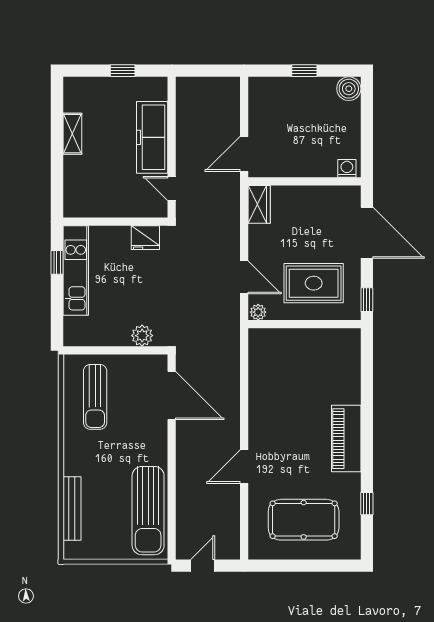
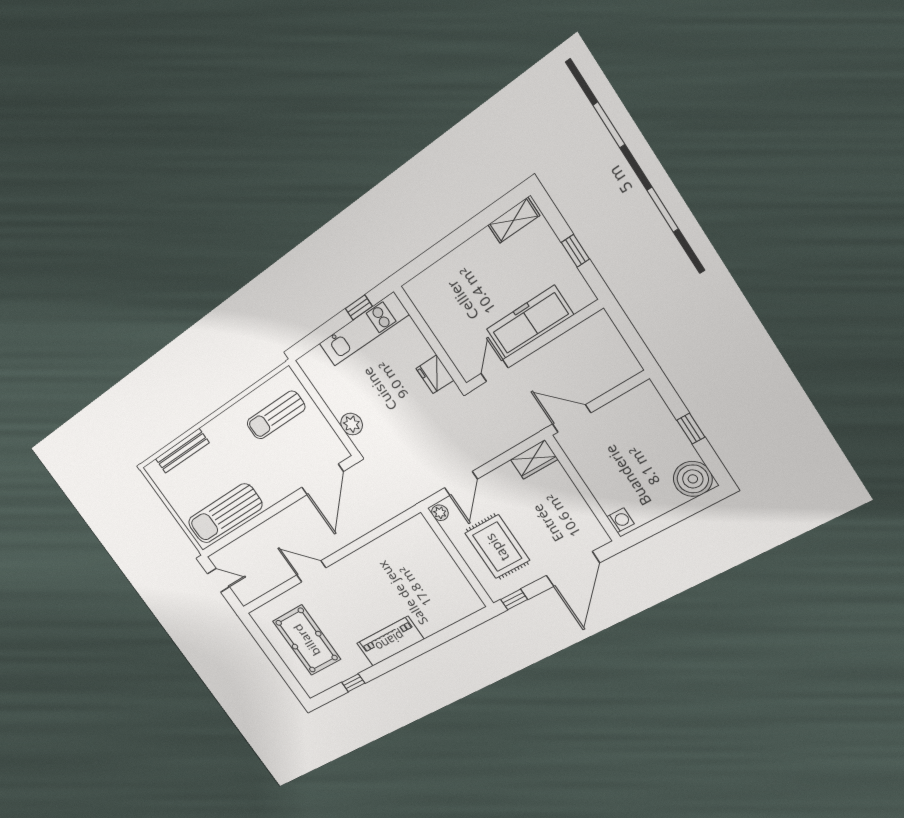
boiler: (349, 89) -> (693, 479), width x1.37, depth x1.37
shelving: (72, 134) -> (514, 220), moved

